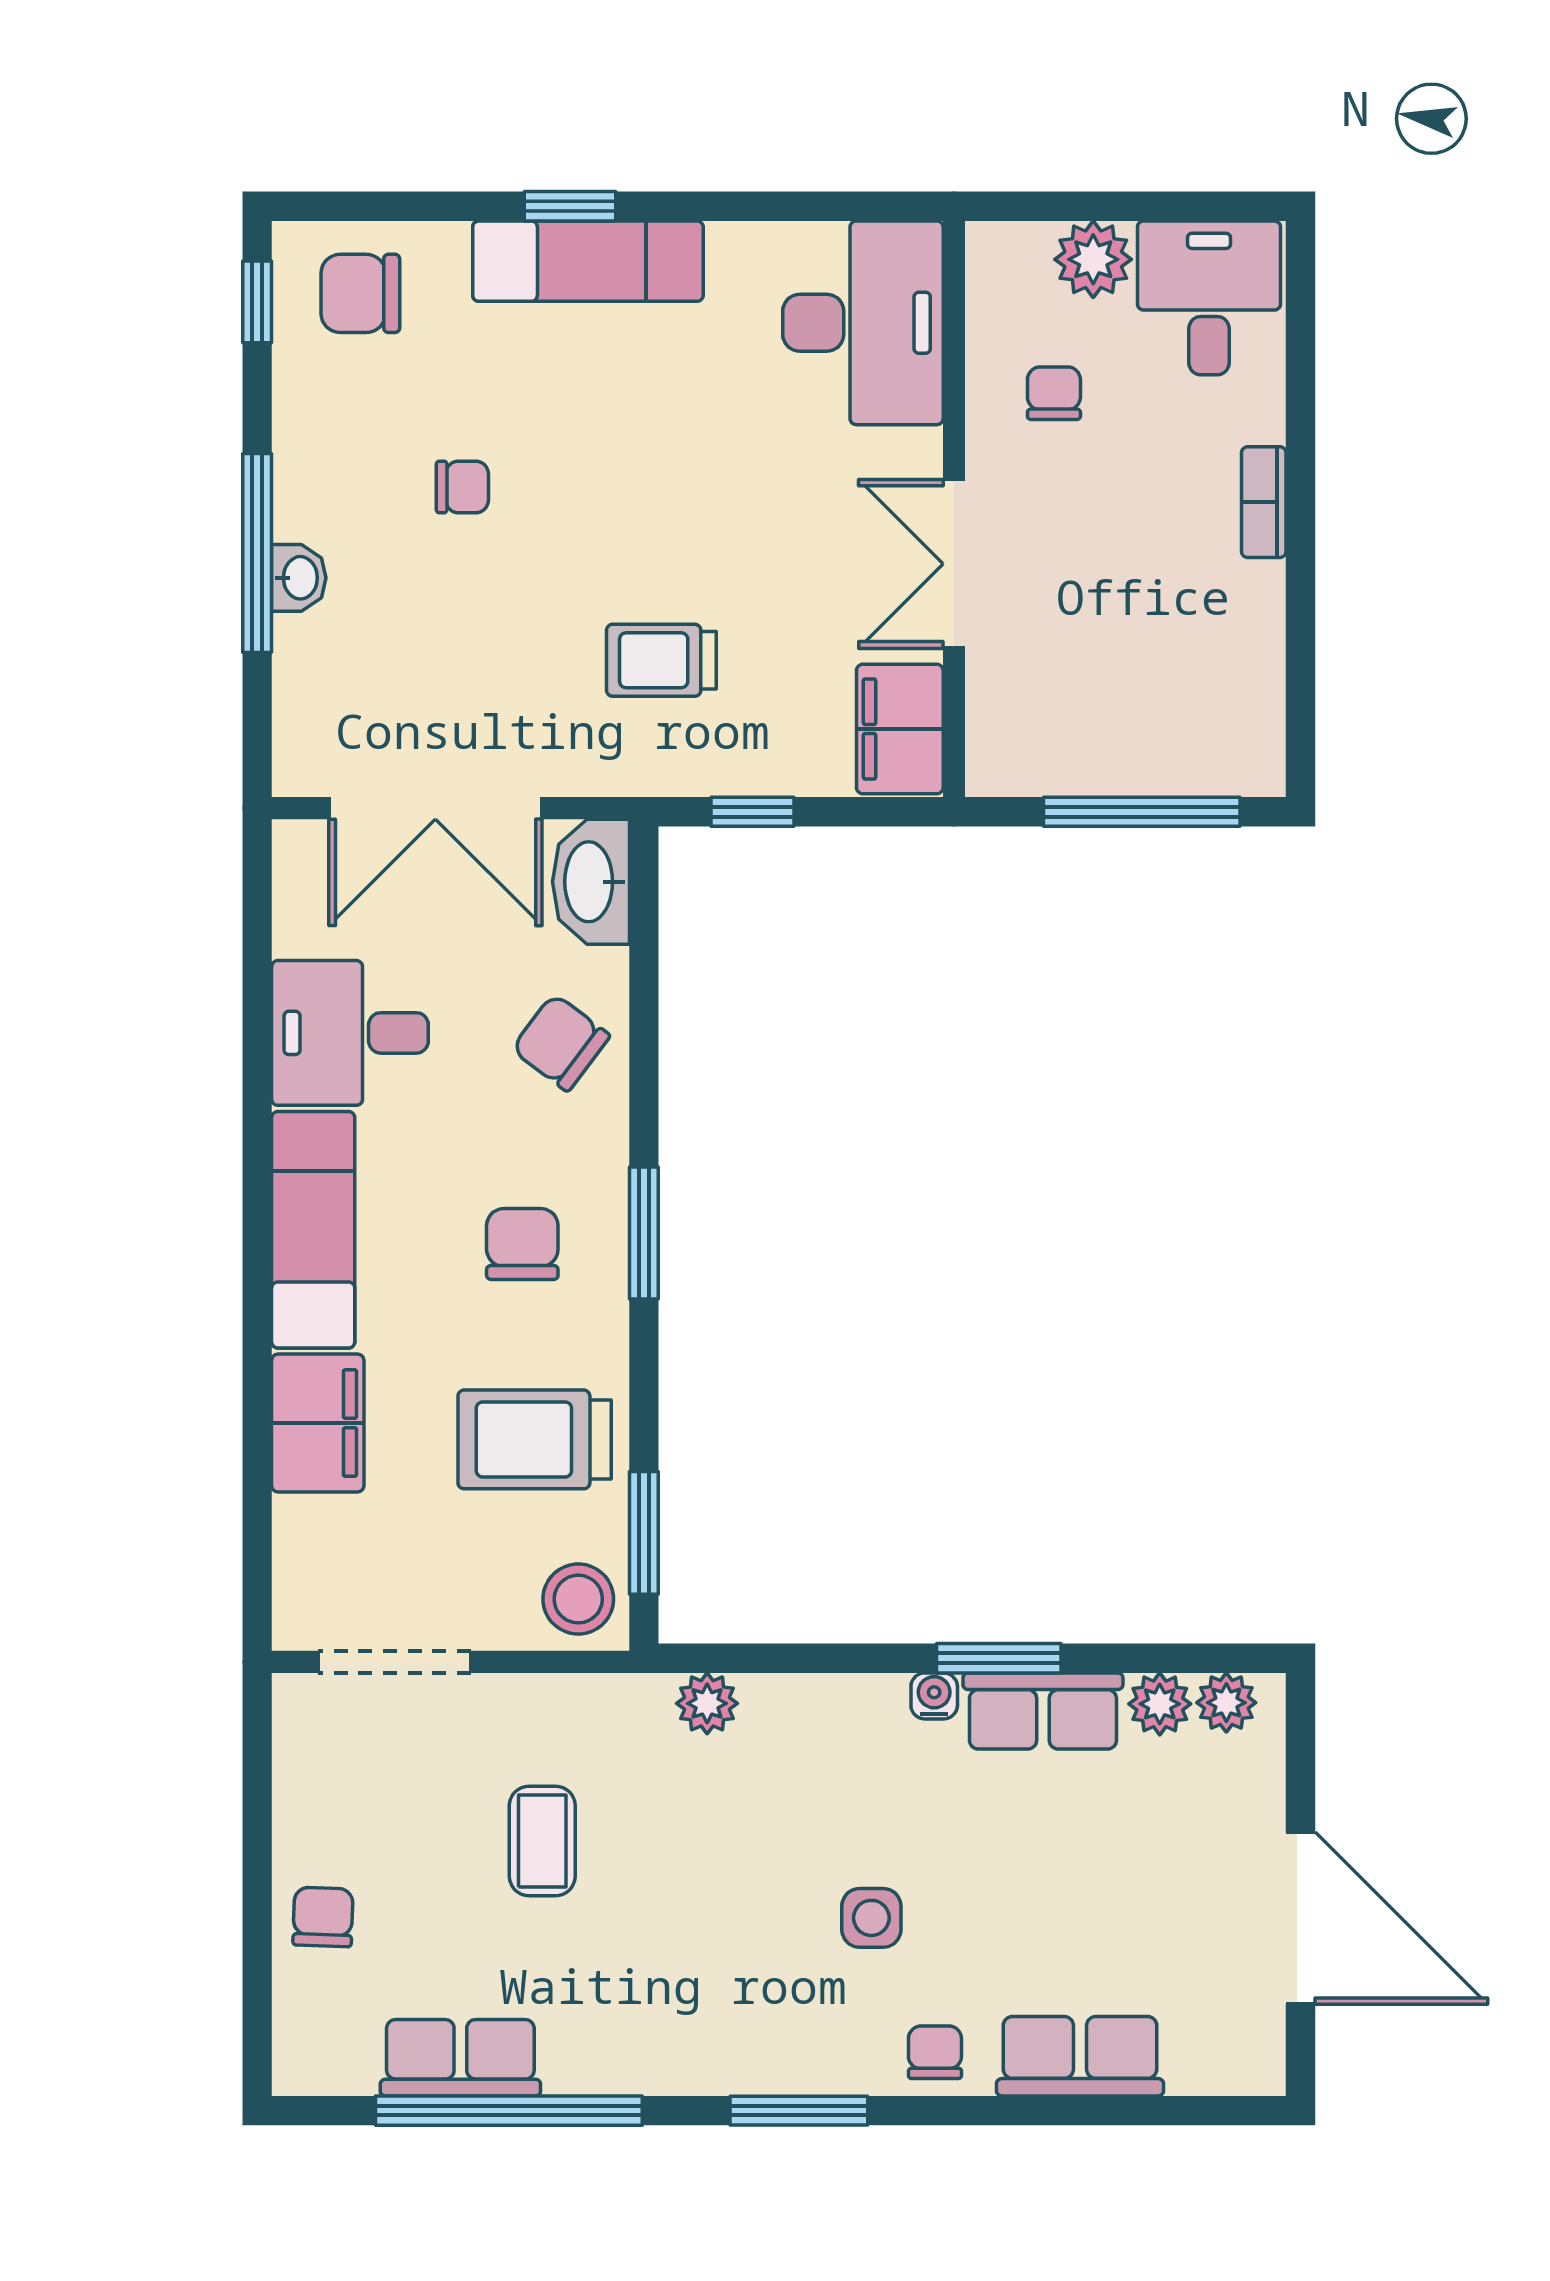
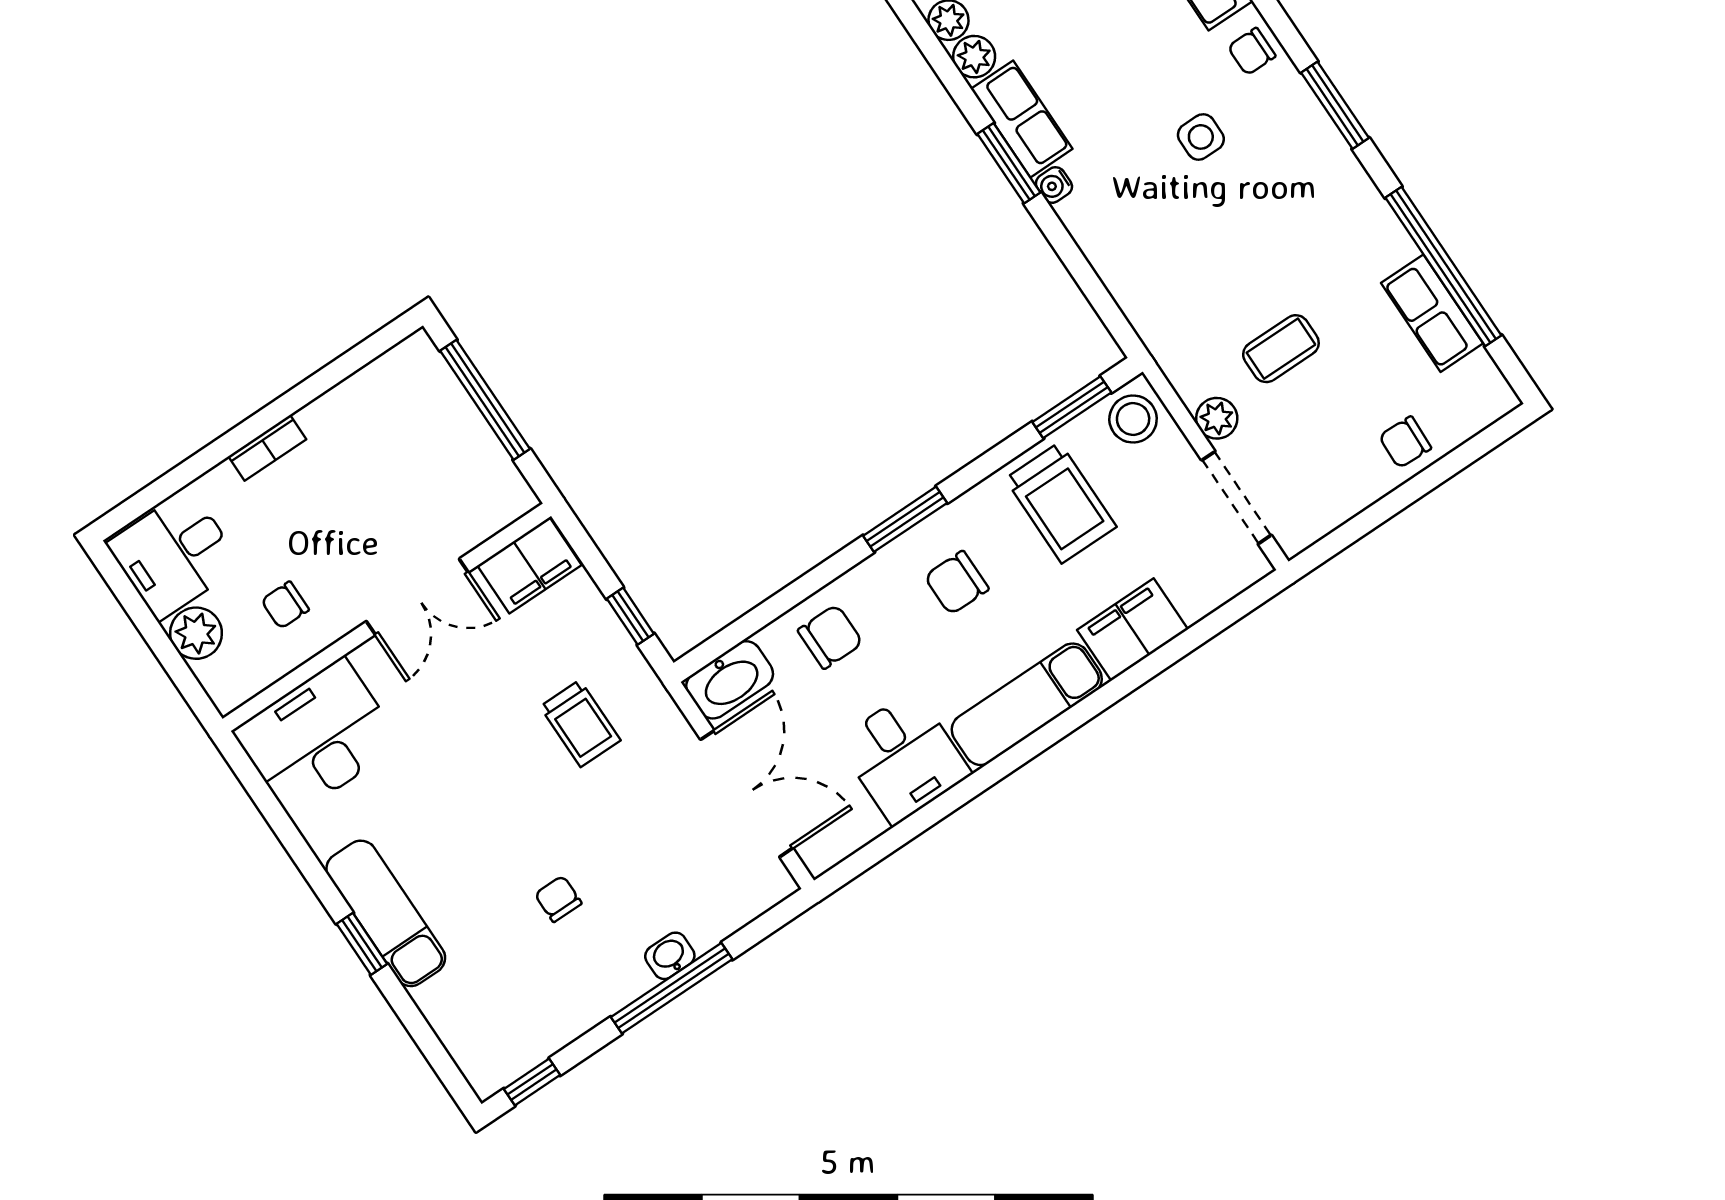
chair: (360, 293) -> (489, 1028), removed
chair: (561, 1042) -> (830, 637), turned -127
plant: (707, 1703) -> (1217, 418), moved

